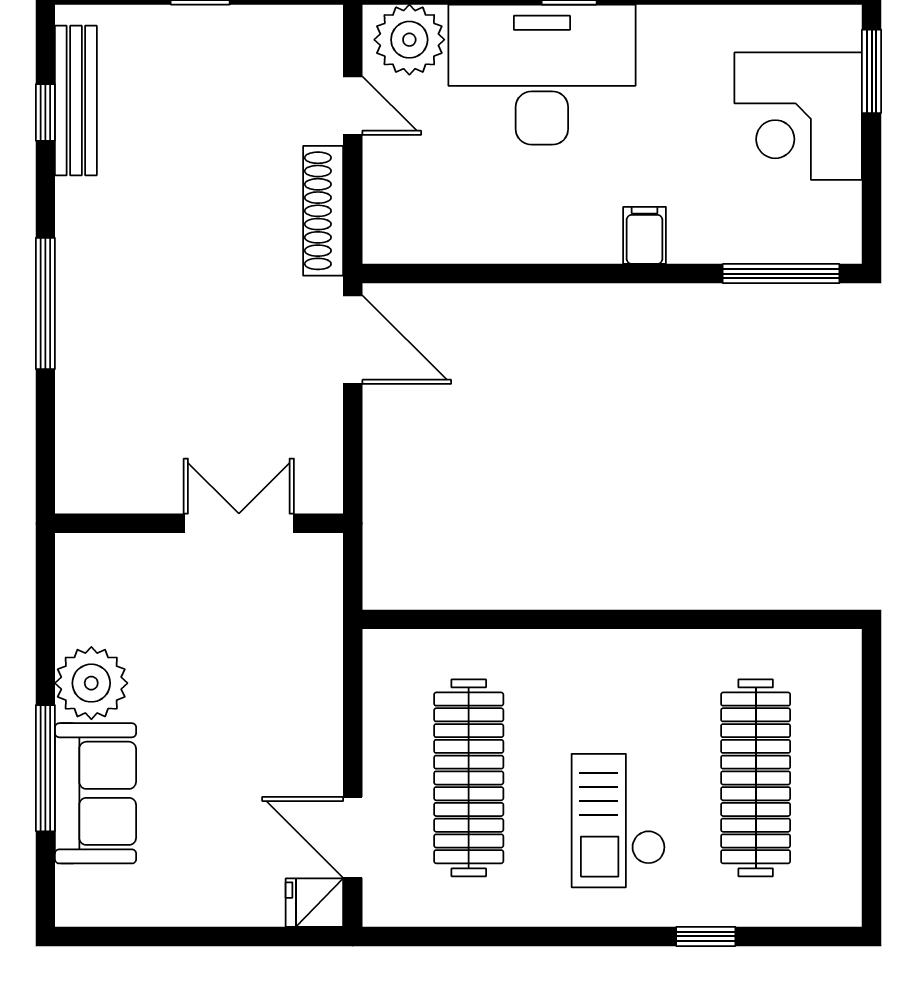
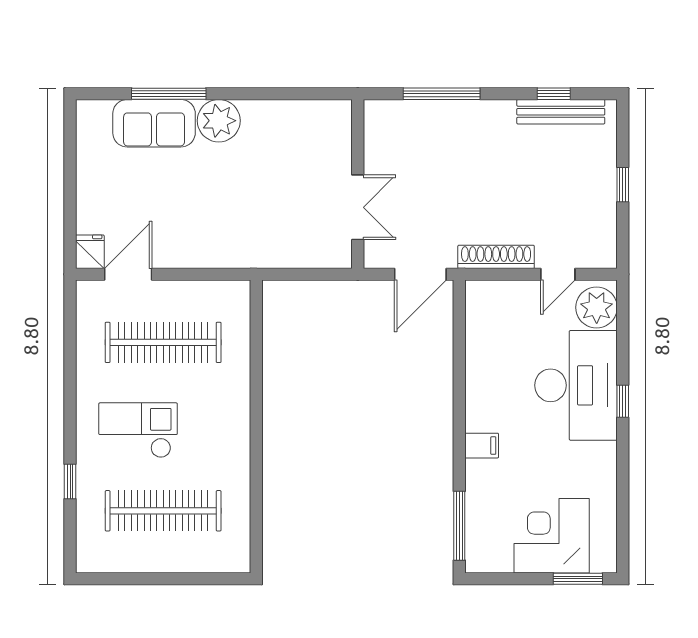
wall: (199, 523) -> (358, 184), moved
double door: (239, 523) -> (358, 207), moved

